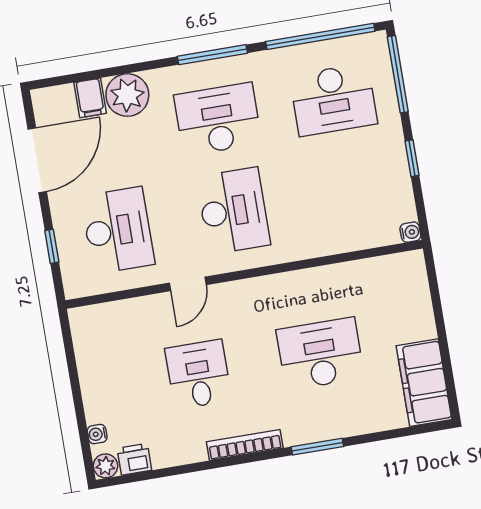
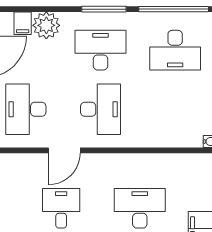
desk: (118, 230) -> (26, 109), turned 180
door: (188, 284) -> (64, 150), width x1.38

